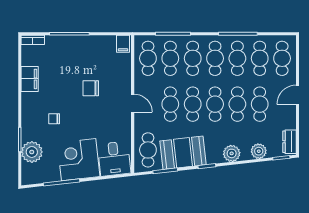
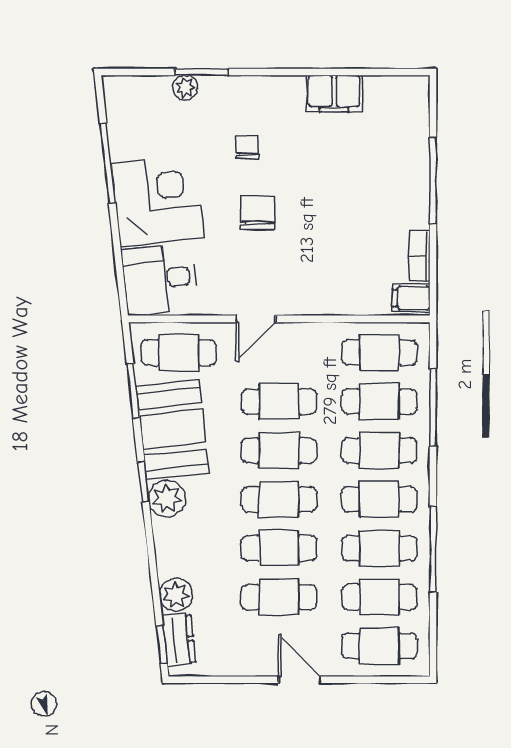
bookcase: (33, 40) -> (420, 256), moved
chair: (91, 88) -> (258, 213), moved
door: (133, 103) -> (256, 319), moved
dresser: (289, 142) -> (179, 640), moved, turned 84
plant: (32, 152) -> (185, 88), width x0.53, depth x0.53
plant: (232, 153) -> (167, 499), moved

